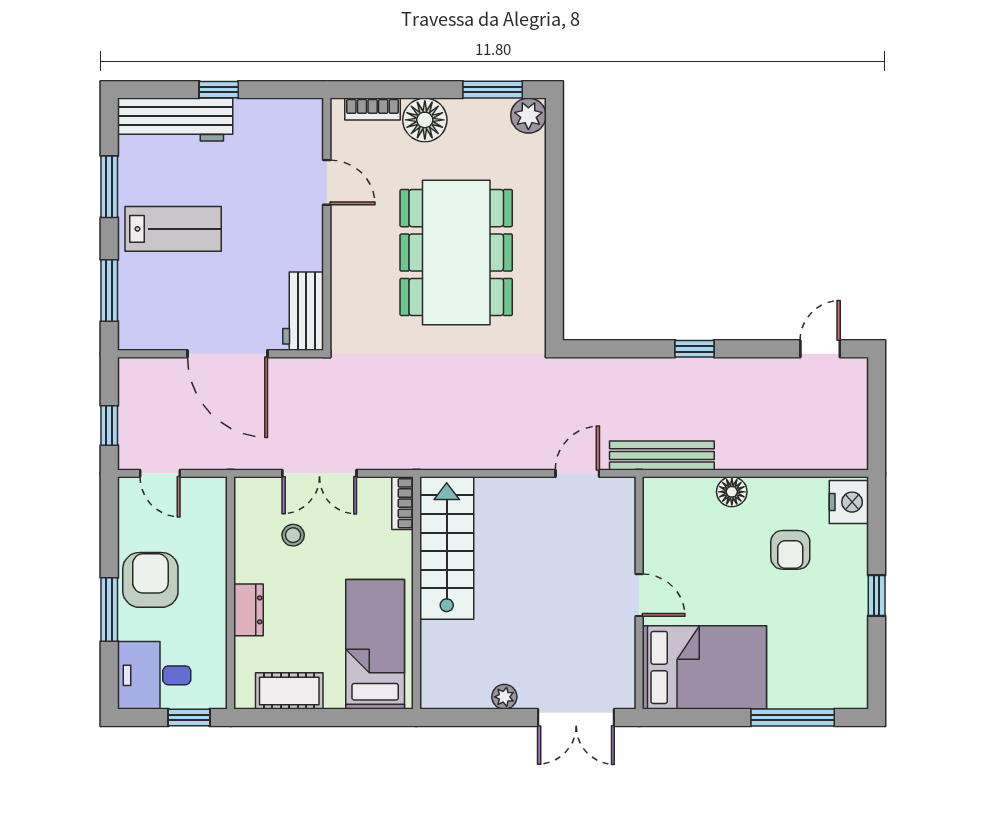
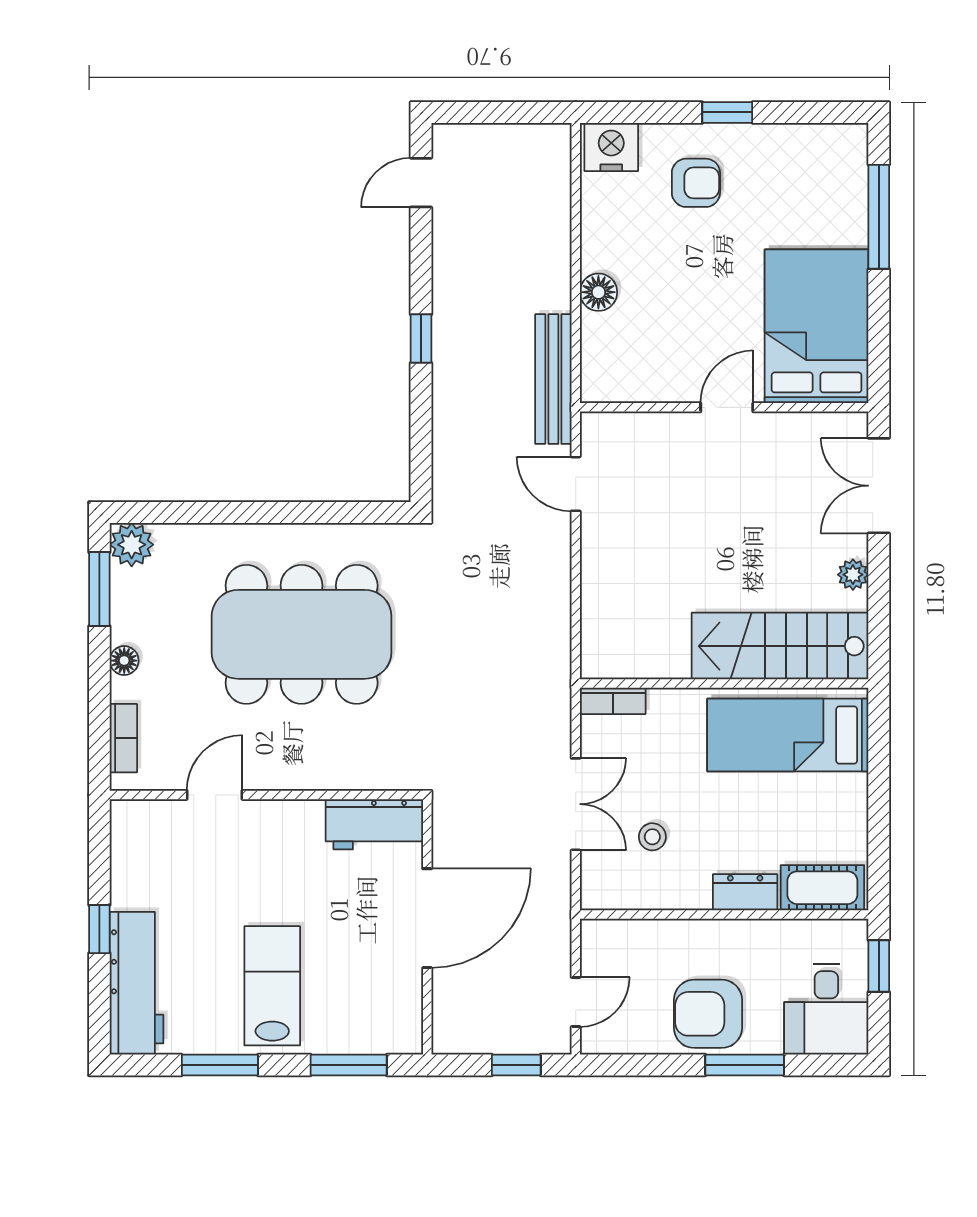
floor lamp: (425, 120) -> (124, 661), width x0.53, depth x0.53
door: (820, 349) -> (421, 183), hinge flipped
stairs: (447, 548) -> (780, 646), moved
armchair: (790, 550) -> (696, 183), moved
cot: (289, 691) -> (822, 888), moved, turned 90
double door: (576, 718) -> (879, 486), swing flipped

